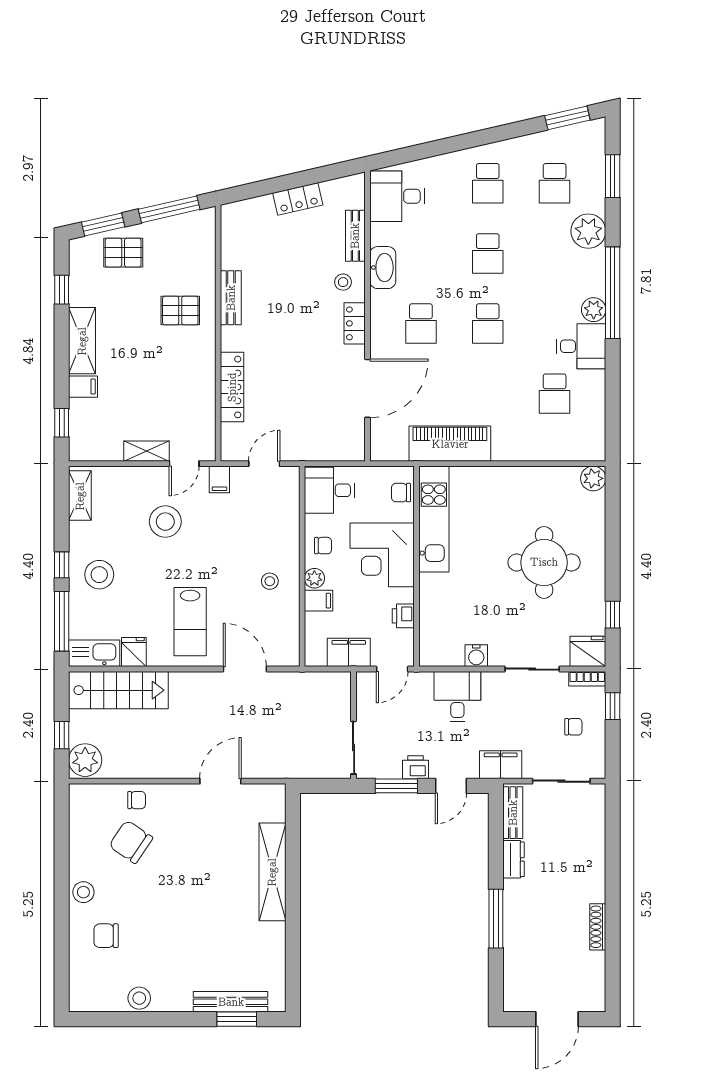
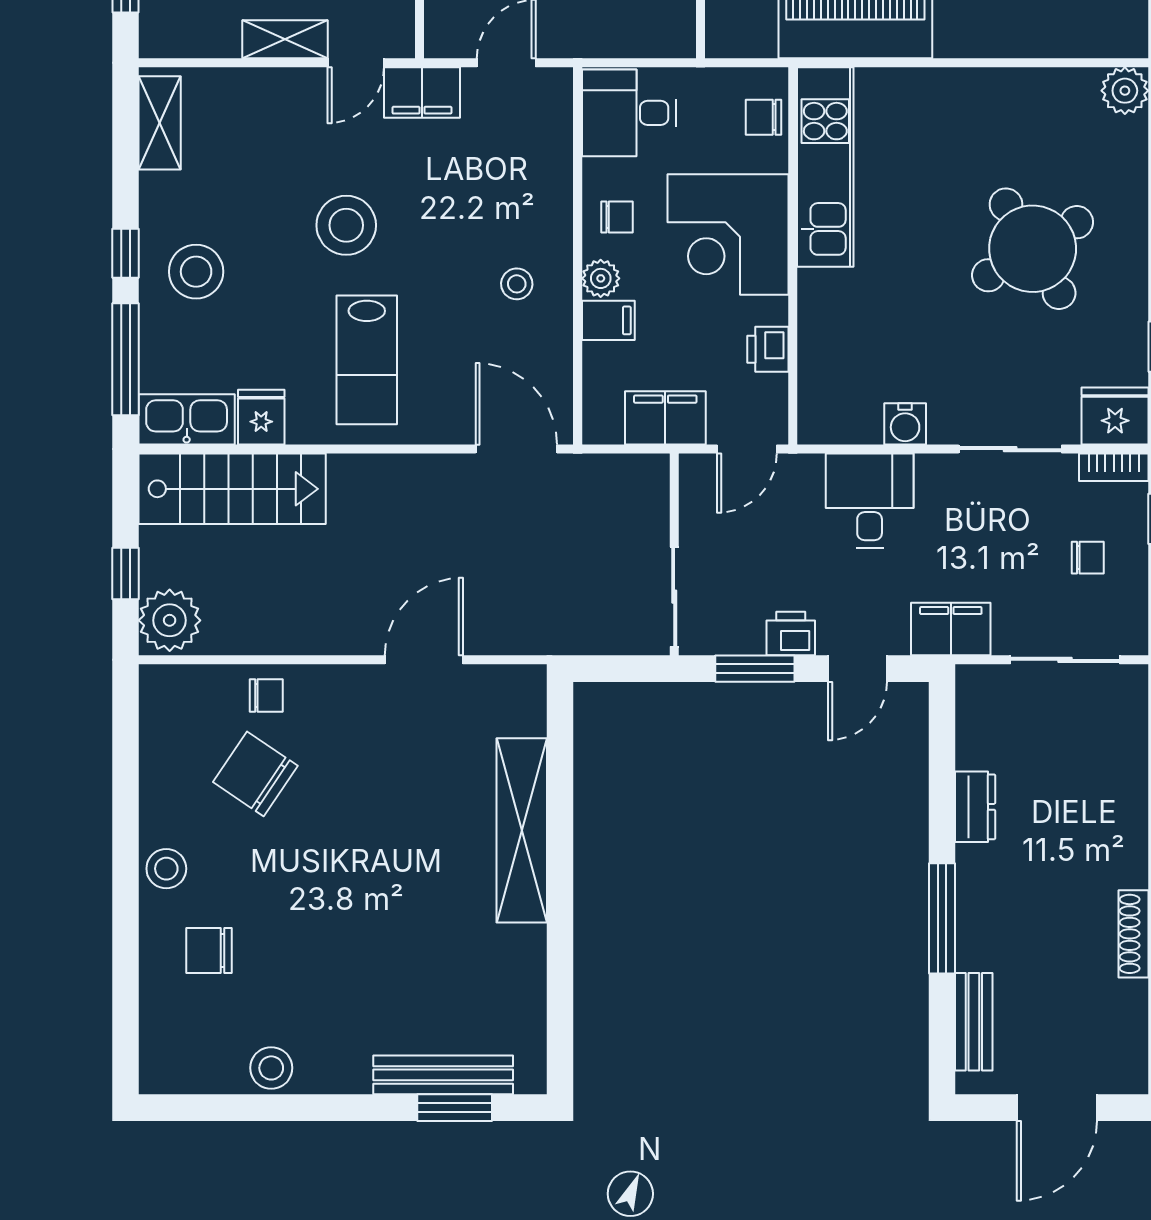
filing cabinet: (219, 479) -> (422, 92), width x2.00
stool: (165, 522) -> (346, 225), moved
round table: (544, 562) -> (1033, 249), turned -31
door: (245, 669) -> (516, 449), moved
bench: (513, 813) -> (974, 1022), moved

